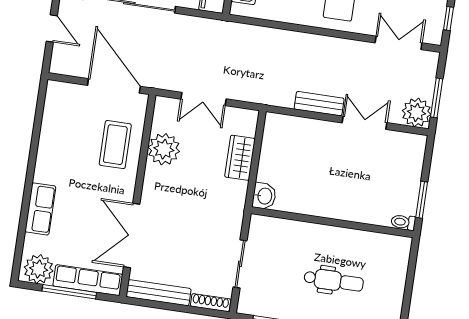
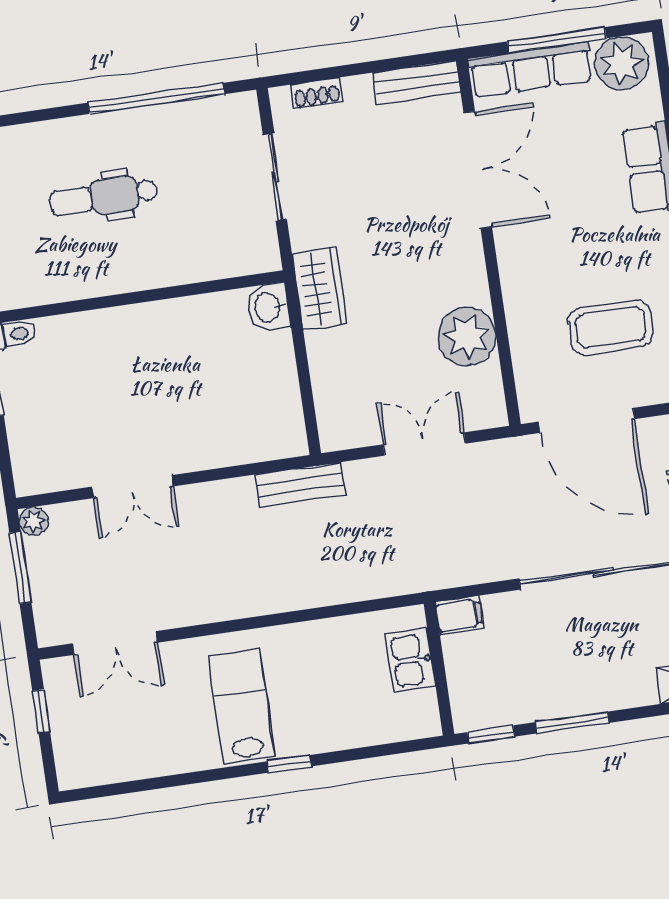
bench: (319, 104) -> (300, 485), moved
plant: (417, 112) -> (34, 521), width x0.53, depth x0.53
coffee table: (115, 145) -> (611, 327), moved, turned 90
wardrobe: (240, 158) -> (320, 289), moved
bench: (158, 293) -> (417, 82), width x0.73
shoe rack: (211, 303) -> (316, 93), width x0.70

